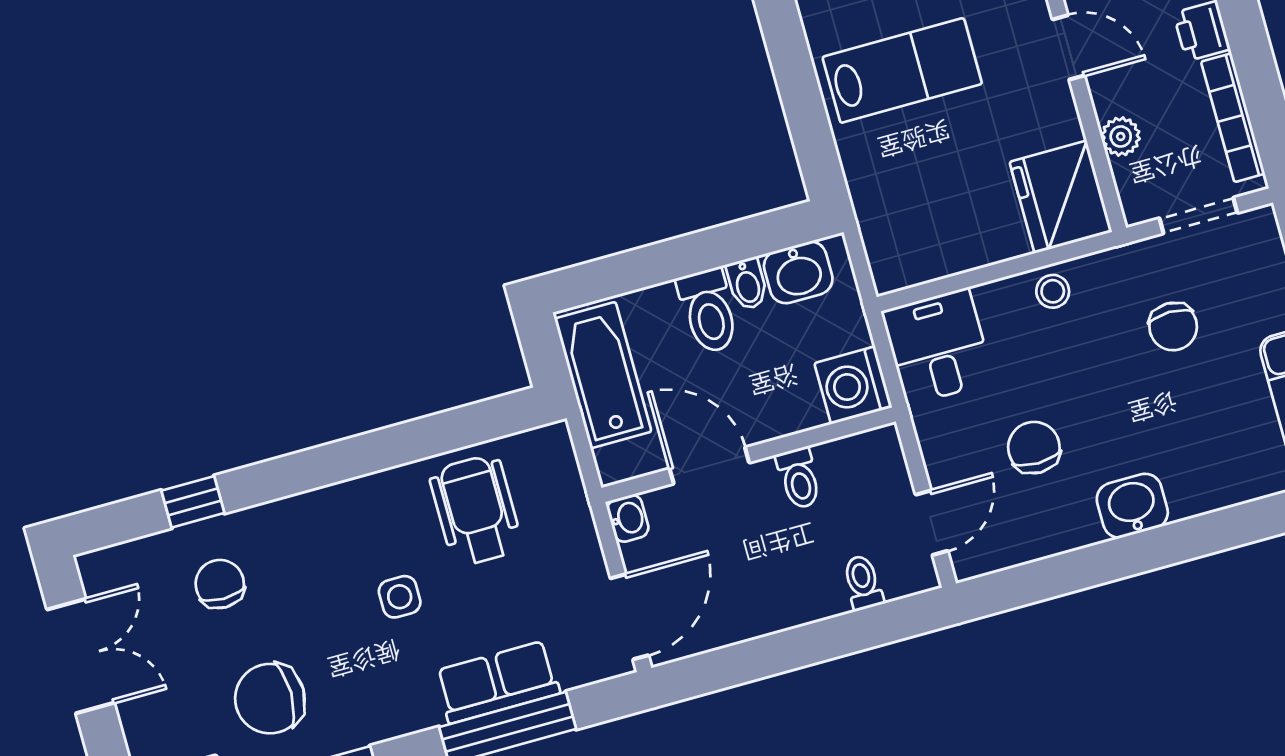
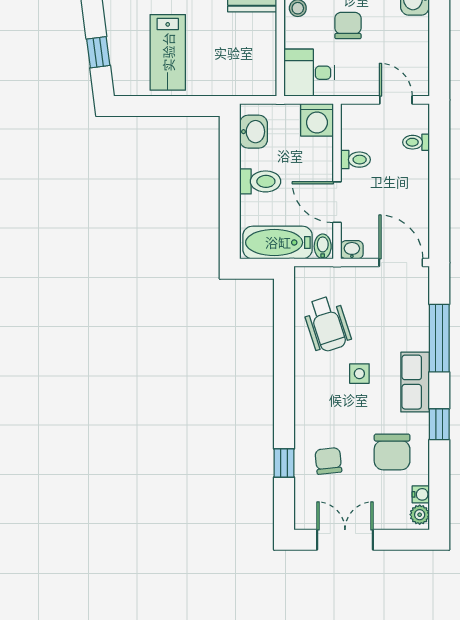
lab bench: (902, 70) -> (168, 52), turned 180
bidet: (747, 284) -> (323, 246), moved, turned -90
chair: (1034, 448) -> (348, 26), moved, turned 90
door: (709, 466) -> (337, 202), hinge flipped
wheelchair: (476, 510) -> (327, 324), turned -108
chair: (220, 584) -> (328, 461), turned 84
row of seats: (497, 682) -> (415, 382), moved

